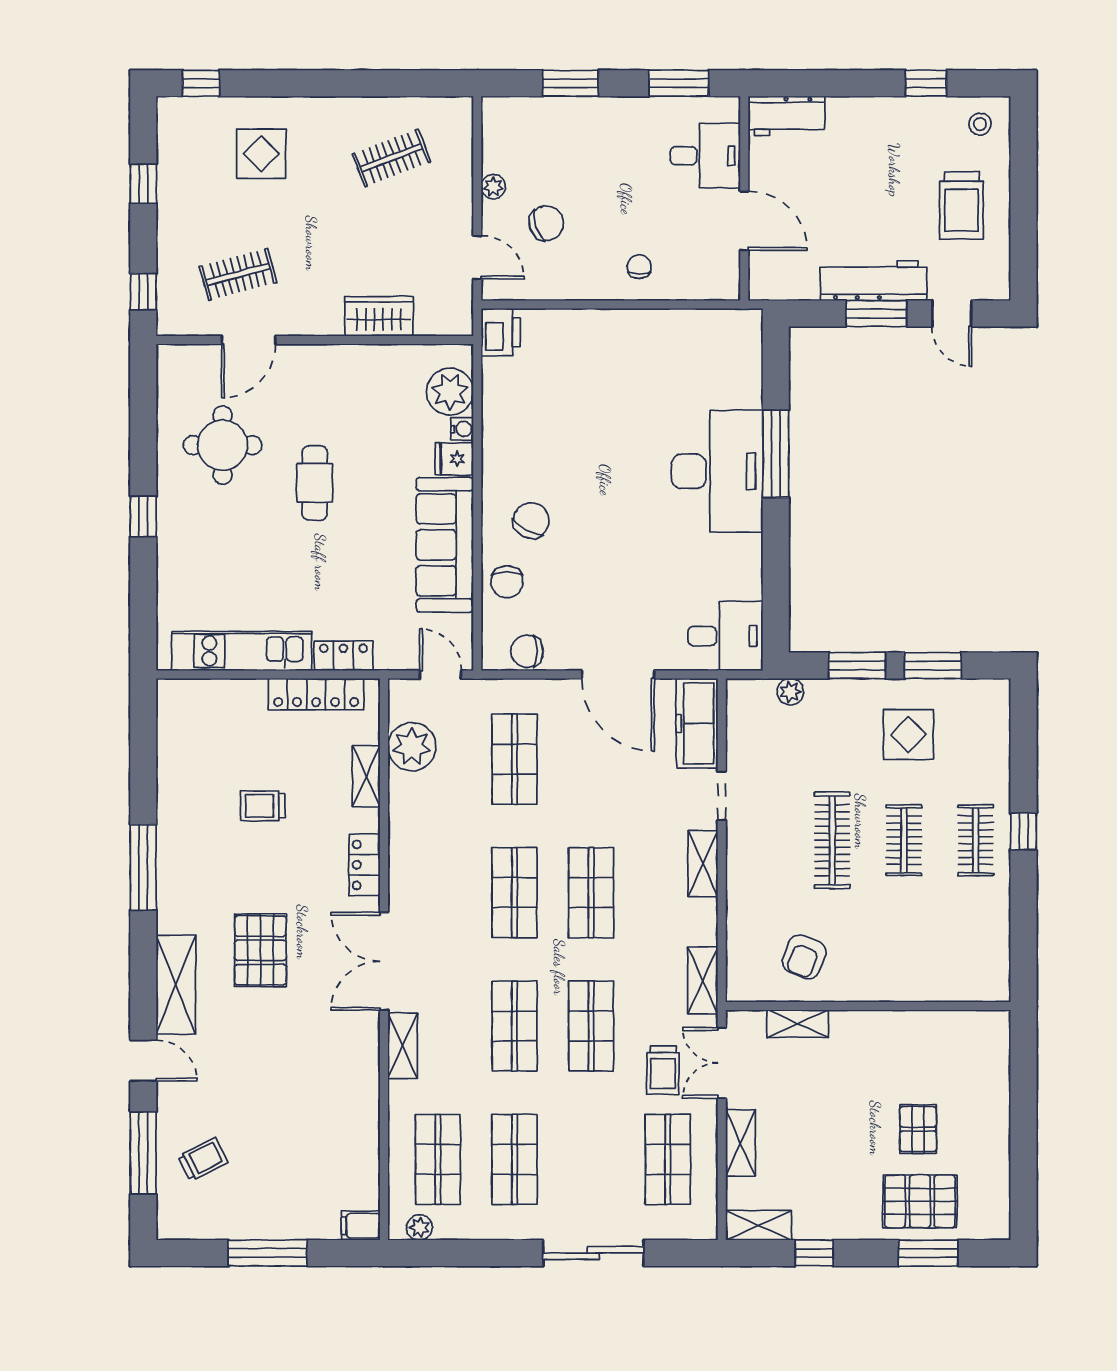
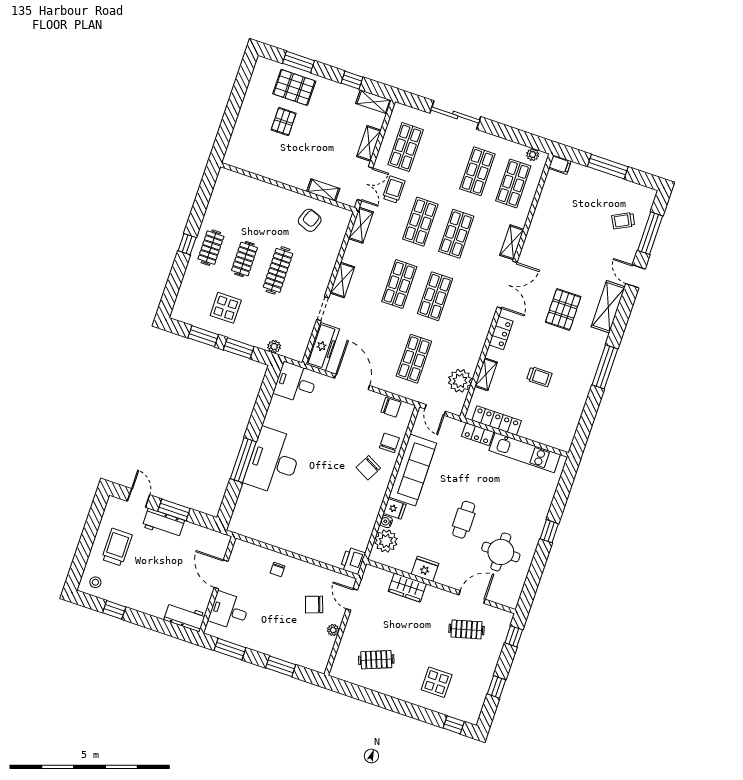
workbench: (873, 281) -> (163, 523), width x0.73
fridge: (357, 364) -> (425, 569), added

